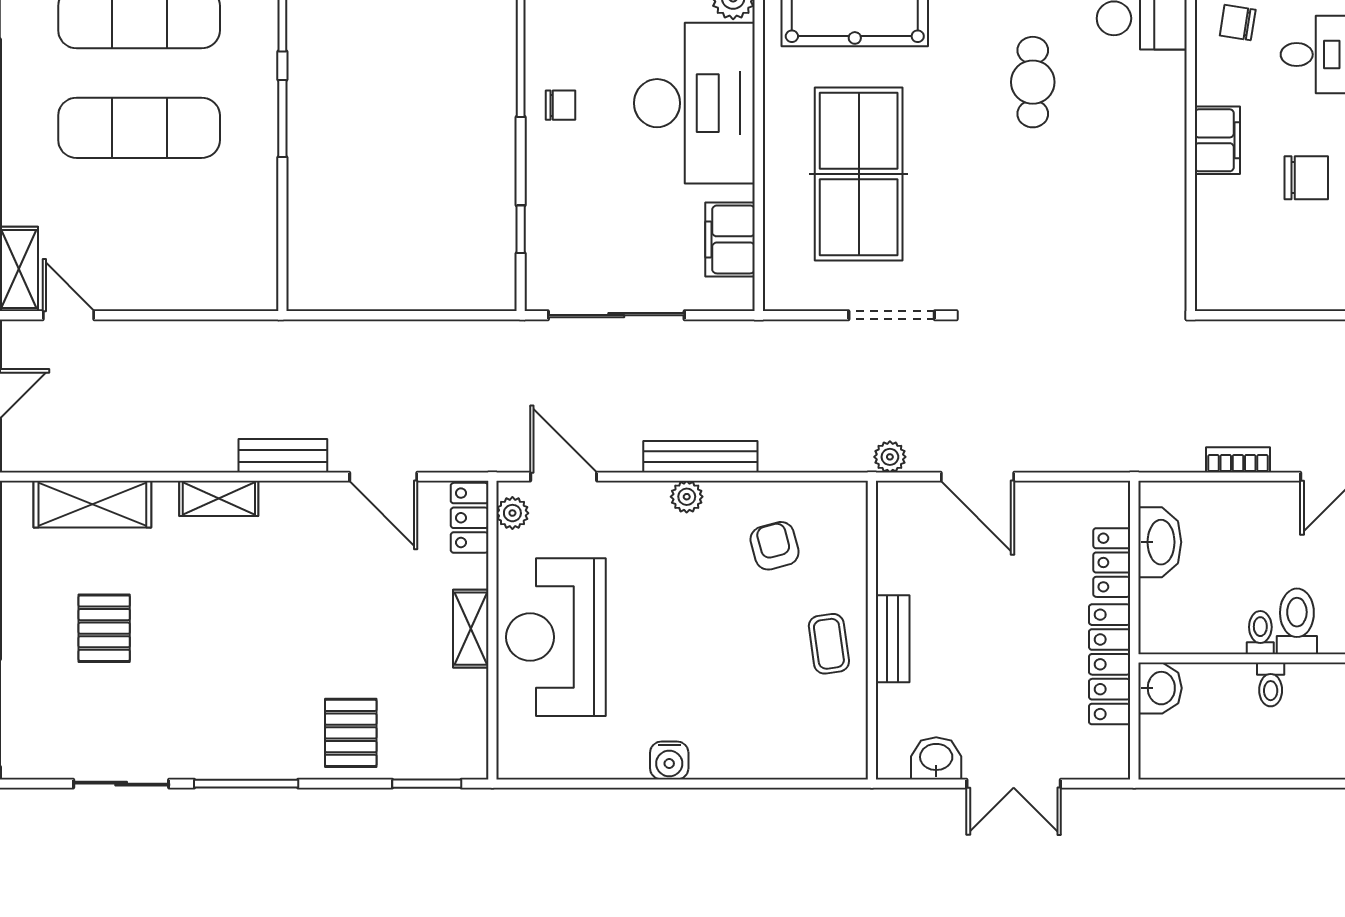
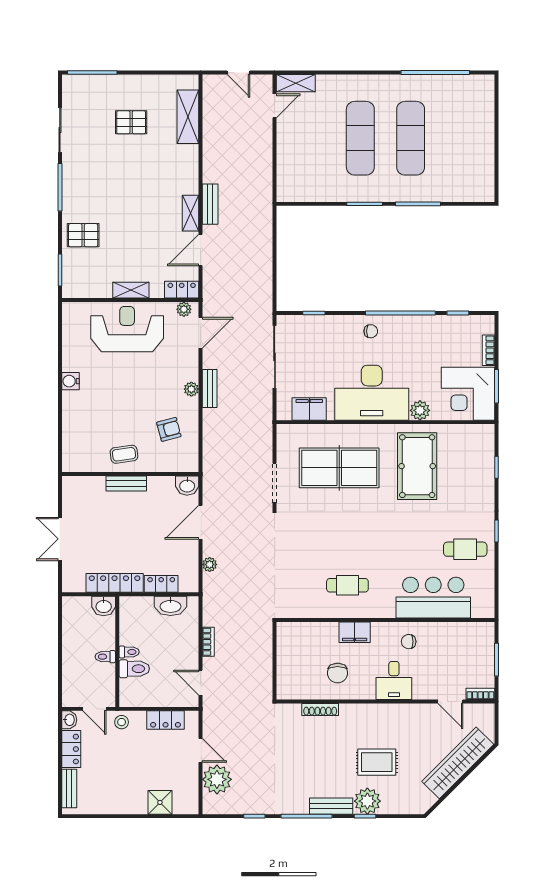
chair: (1238, 23) -> (409, 642), turned -99
cafe table: (1033, 82) -> (347, 585), moved
chair: (560, 105) -> (371, 331), turned -90
bench: (700, 457) -> (210, 388), width x0.73
plant: (890, 457) -> (210, 564), moved
shelving: (219, 498) -> (191, 213), moved
washbasin: (936, 758) -> (187, 486), moved, turned 90

